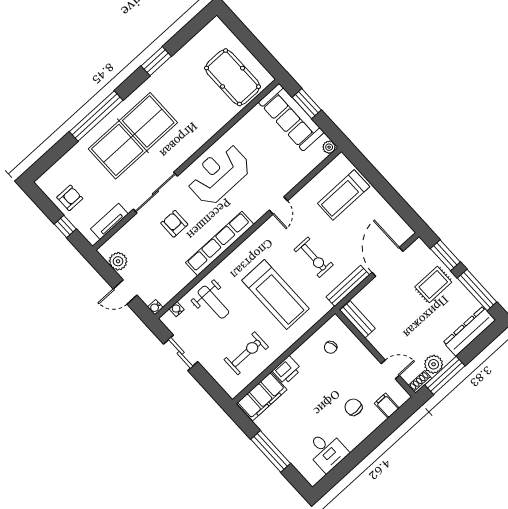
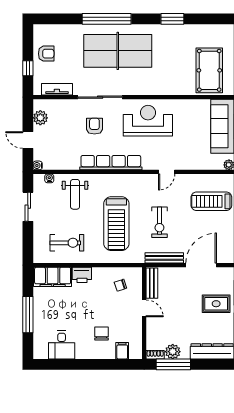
door: (390, 369) -> (144, 308), moved

